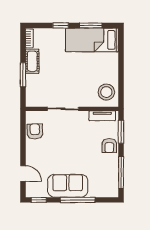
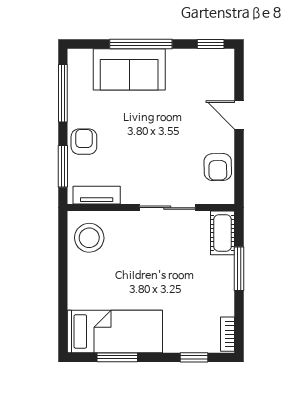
window: (61, 25) -> (194, 357), moved
cot: (32, 61) -> (223, 233), moved
door: (23, 173) -> (239, 115), moved
sofa: (68, 186) -> (129, 69), moved

